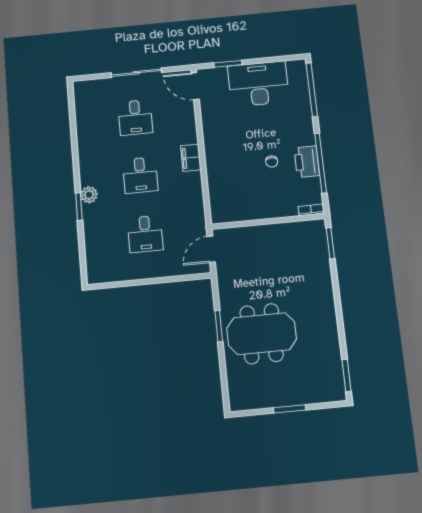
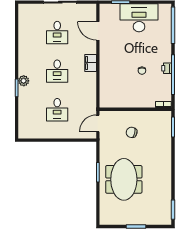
door: (195, 86) -> (98, 31), moved
printer: (307, 162) -> (167, 68), width x0.53, depth x0.68
chair: (266, 258) -> (132, 132), added
meeting table: (262, 334) -> (124, 179), turned 90

